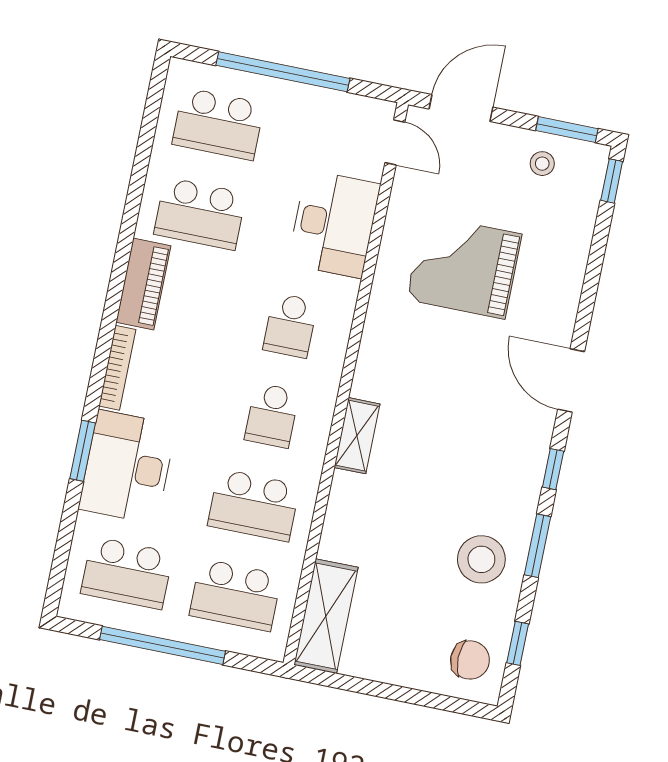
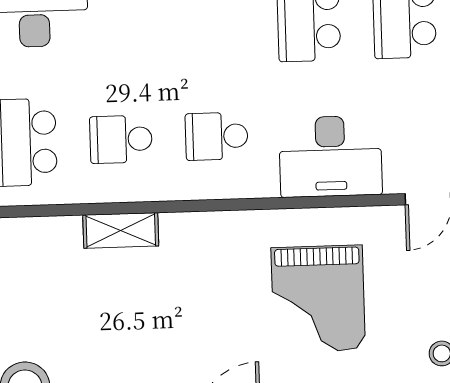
grand piano: (464, 267) -> (318, 299), turned 180

